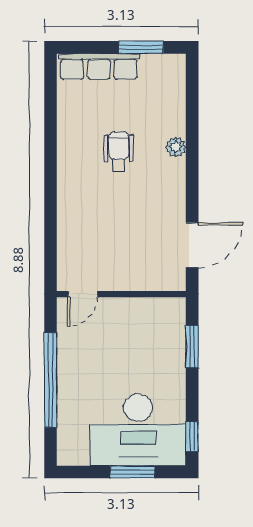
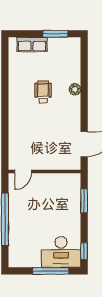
row of seats: (99, 67) -> (32, 44), width x0.68
desk: (138, 430) -> (61, 252), width x0.73, depth x0.77
window: (133, 472) -> (51, 271), width x1.44

